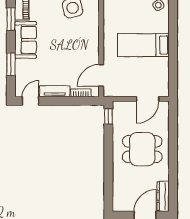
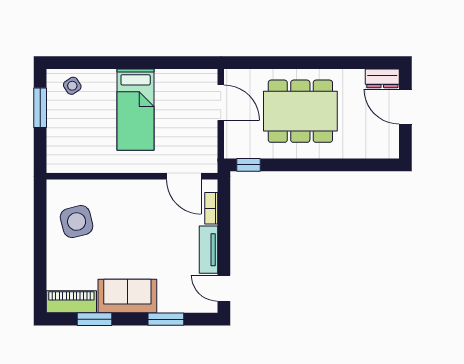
dining table: (142, 149) -> (300, 111), width x1.38
dresser: (163, 196) -> (382, 78), width x0.70

